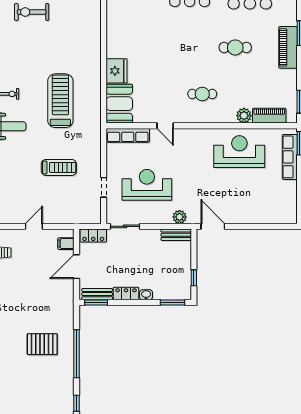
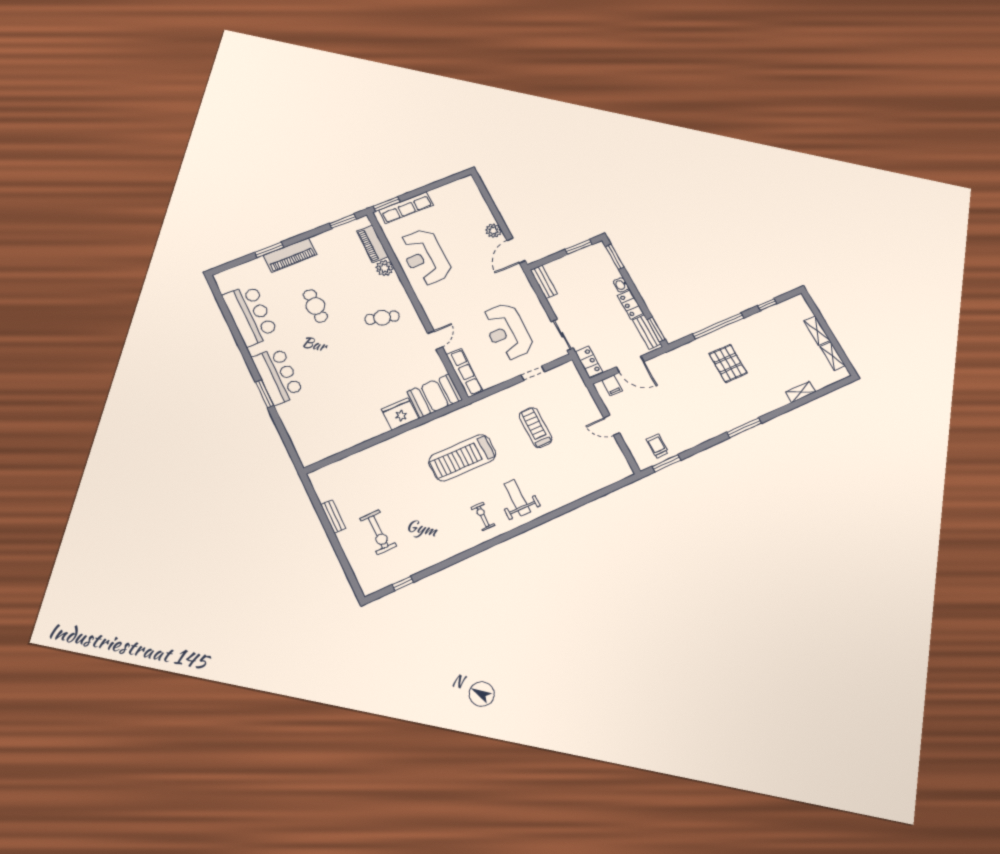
cafe table: (202, 94) -> (382, 318), turned -74
plant: (179, 217) -> (494, 231), moved
window: (194, 278) -> (579, 247), width x1.50

